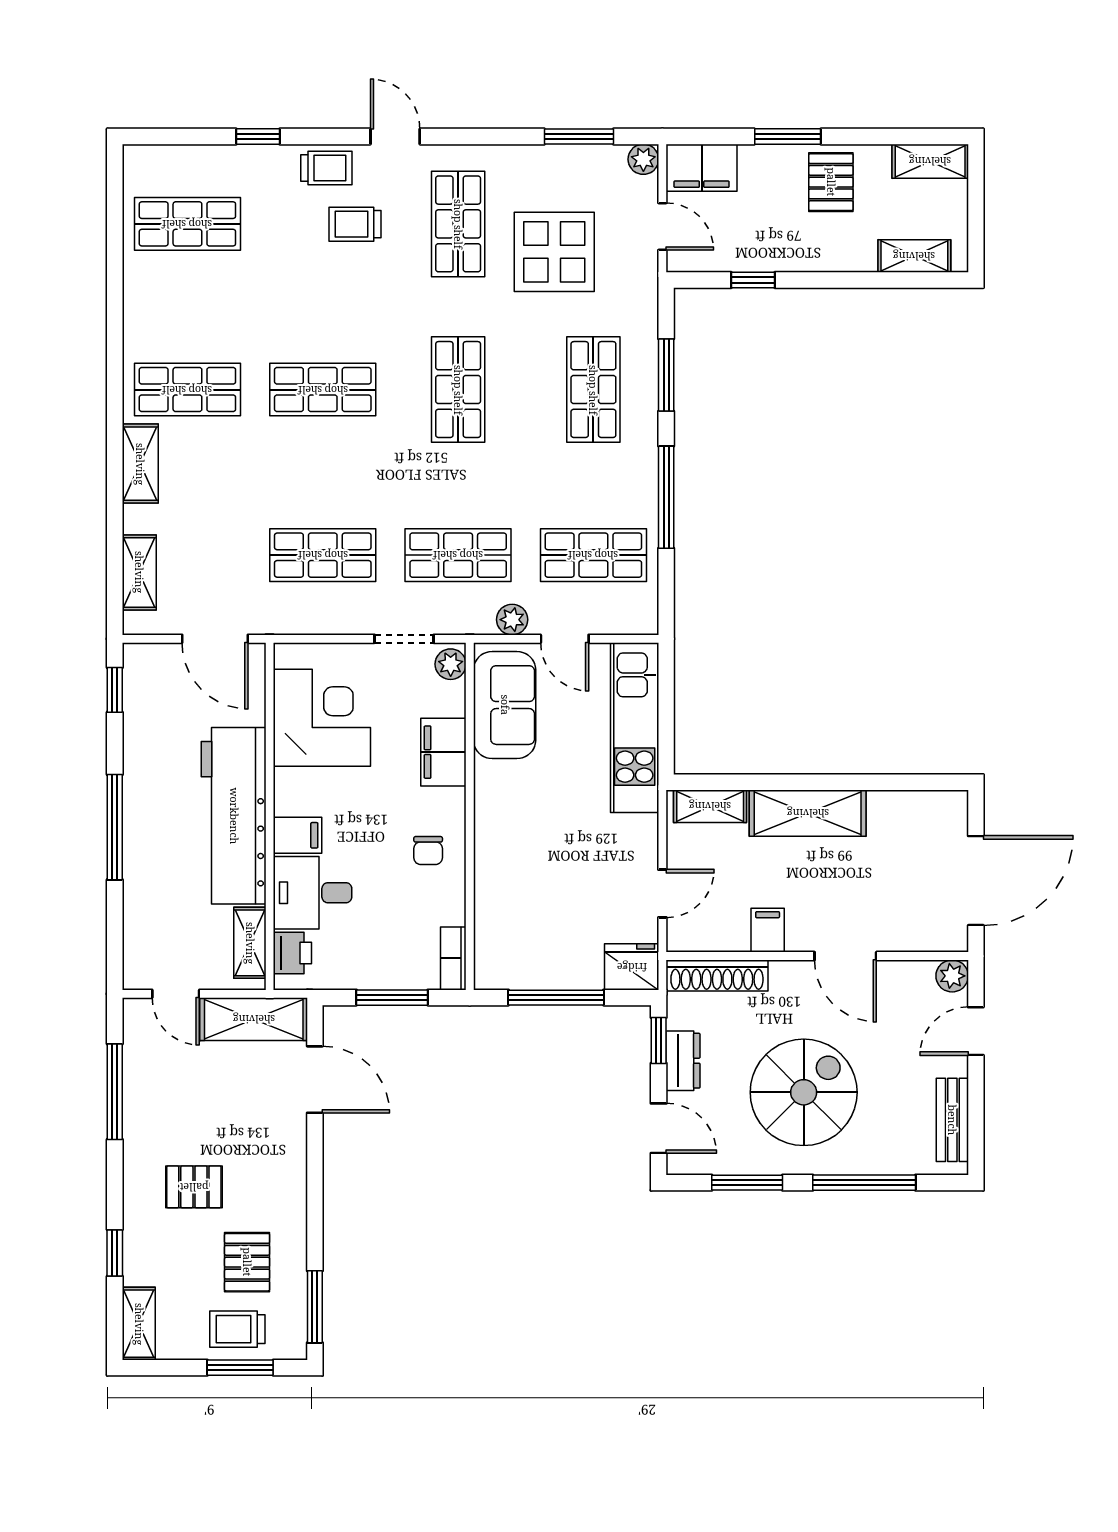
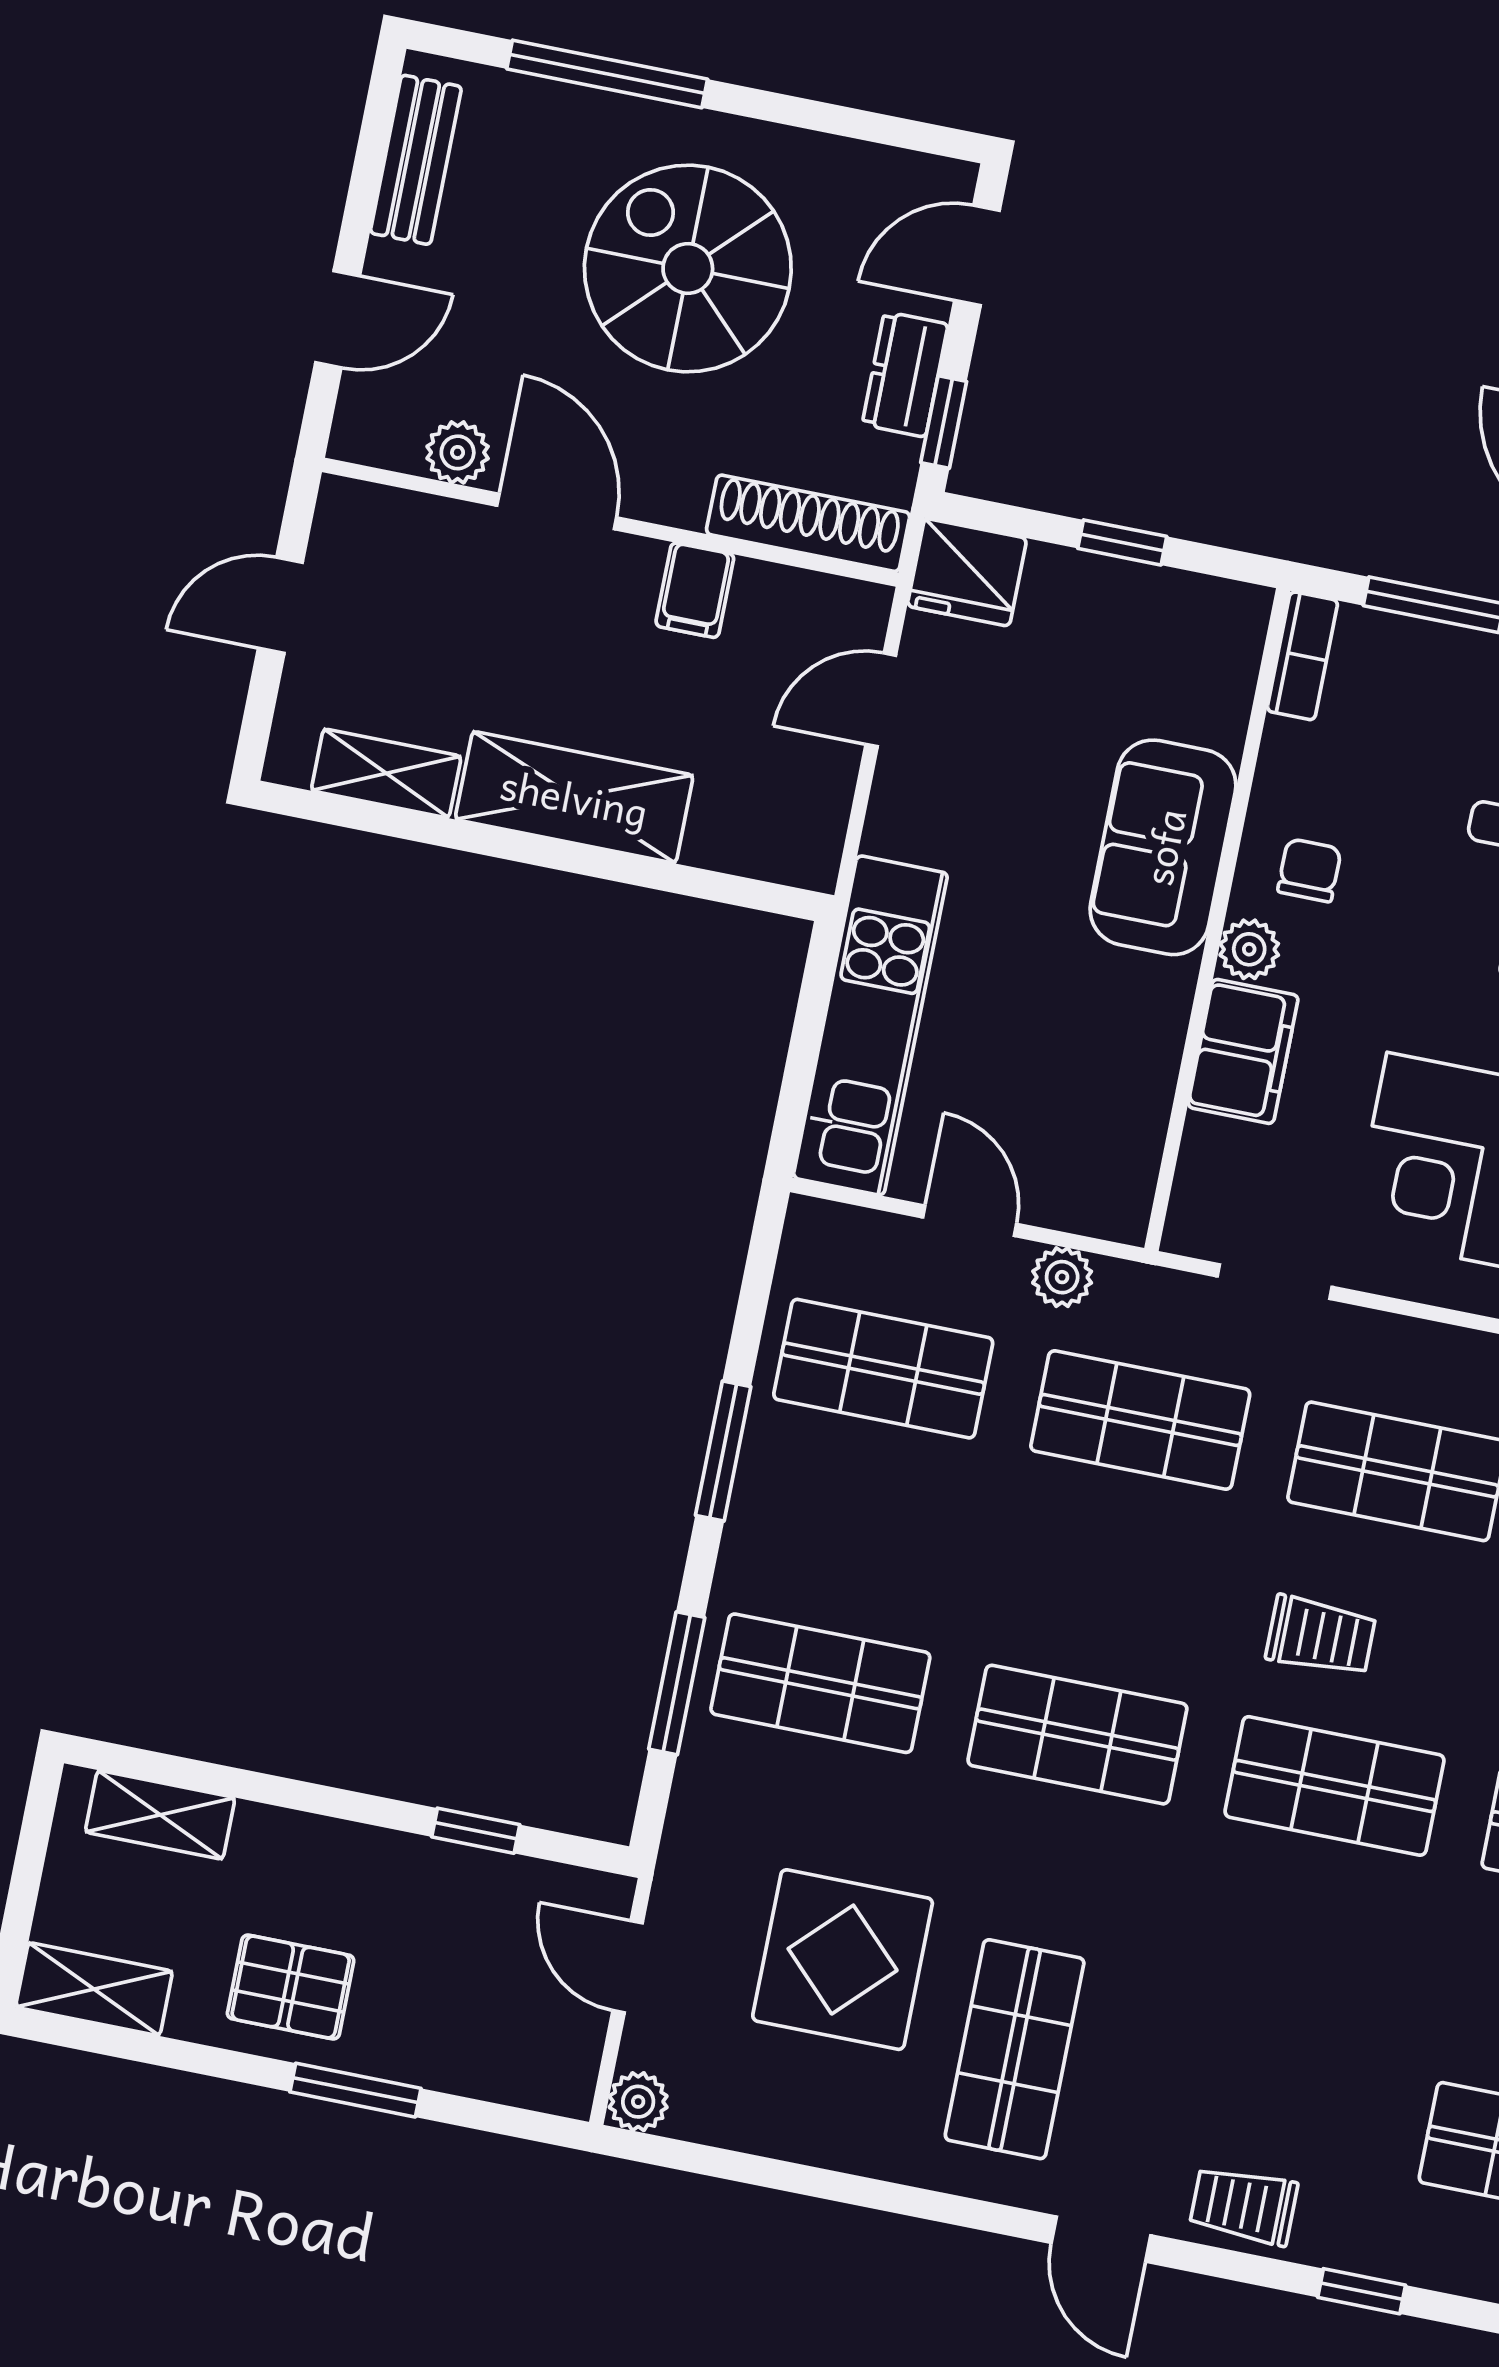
window: (579, 136) -> (752, 2169), removed
filing cabinet: (702, 168) -> (531, 2064), removed
pallet: (831, 182) -> (291, 1987), turned 90
trolley: (355, 224) -> (1321, 1636), moved
shop shelf: (458, 390) -> (1077, 1735), turned 90
shop shelf: (593, 390) -> (820, 1683), turned 90
window: (666, 497) -> (723, 1451), width x0.69
plant: (451, 664) -> (1249, 949), moved
sofa: (505, 705) -> (1163, 847), moved
shelving: (710, 806) -> (386, 773), moved
door: (976, 881) -> (280, 605), width x0.53
plant: (952, 976) -> (458, 452), moved
window: (556, 998) -> (1122, 542), width x0.46
spiral stairs: (804, 1092) -> (688, 268), turned 90
door: (659, 1128) -> (977, 255), hinge flipped
window: (747, 1183) -> (830, 118), removed

